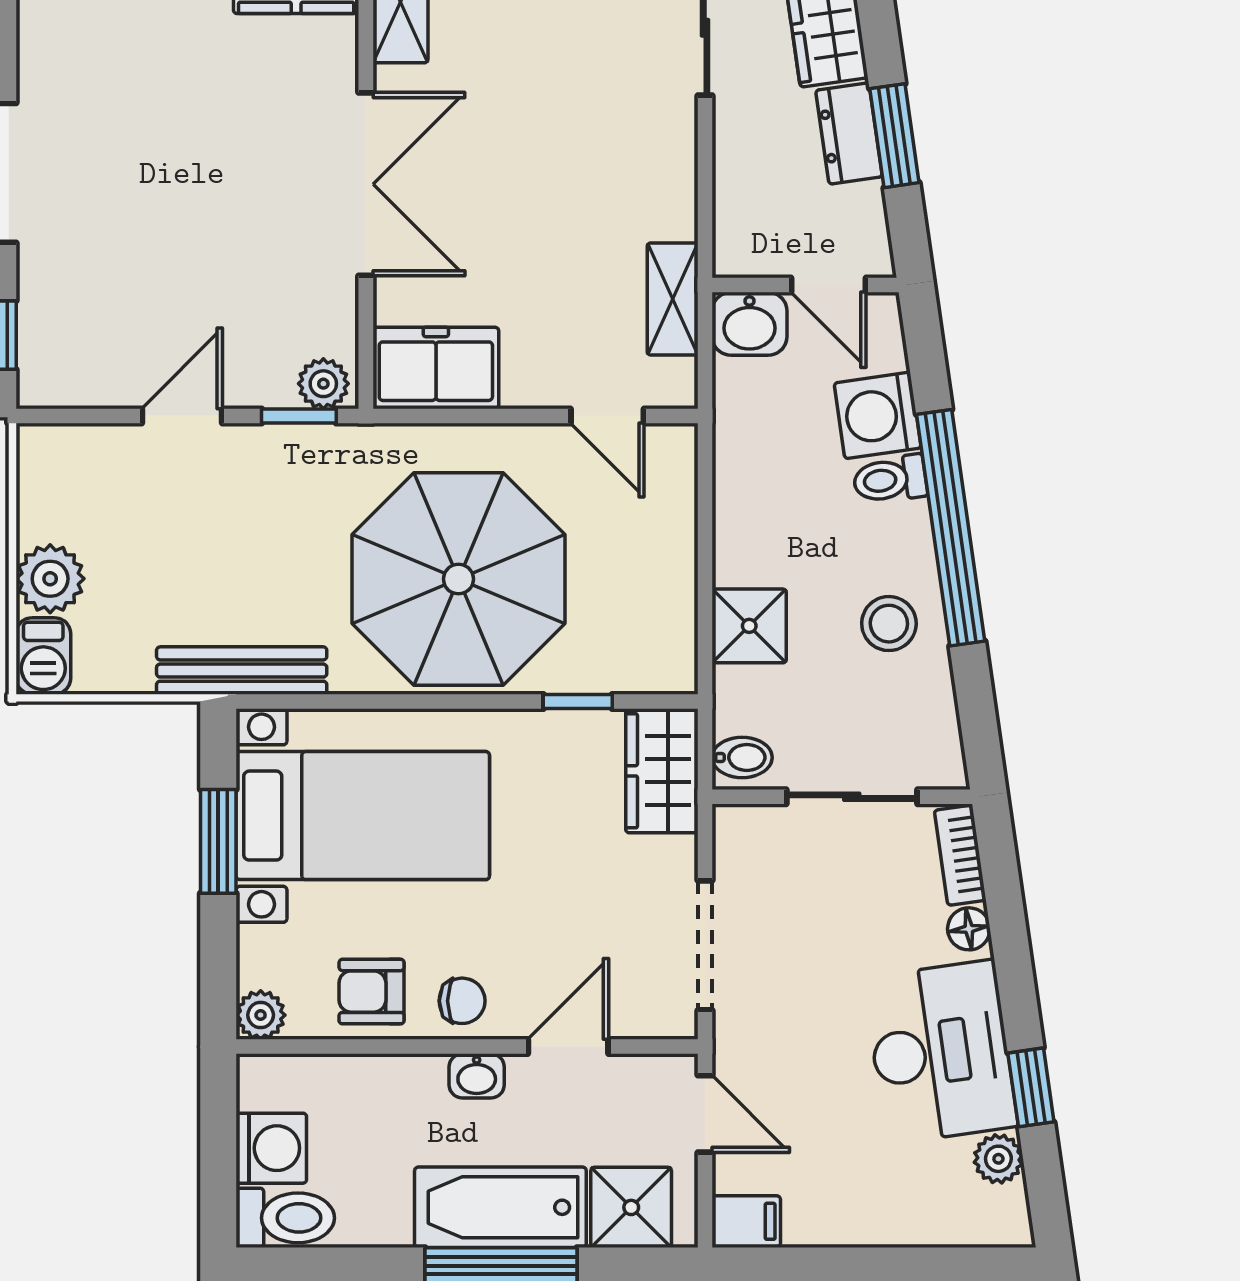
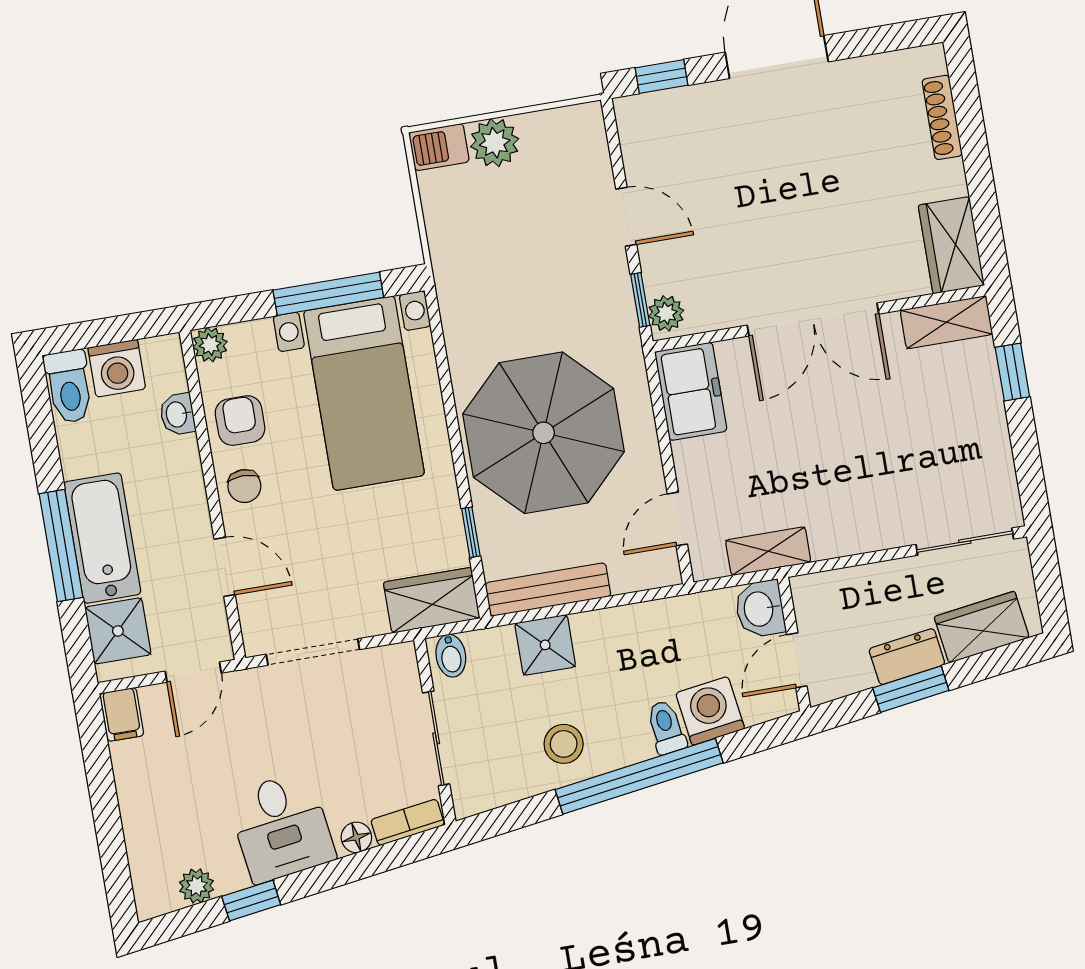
bench: (242, 671) -> (548, 590), moved, turned 90
window: (218, 841) -> (328, 294), width x1.44
desk: (941, 1052) -> (281, 827), width x0.73
washbasin: (477, 1076) -> (177, 414), moved

